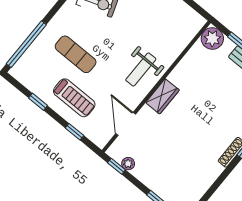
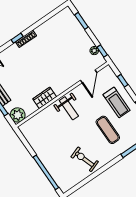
weight bench: (141, 69) -> (69, 108), turned 90
wardrobe: (162, 96) -> (45, 98), moved
treadmill: (74, 98) -> (117, 102), turned 180

